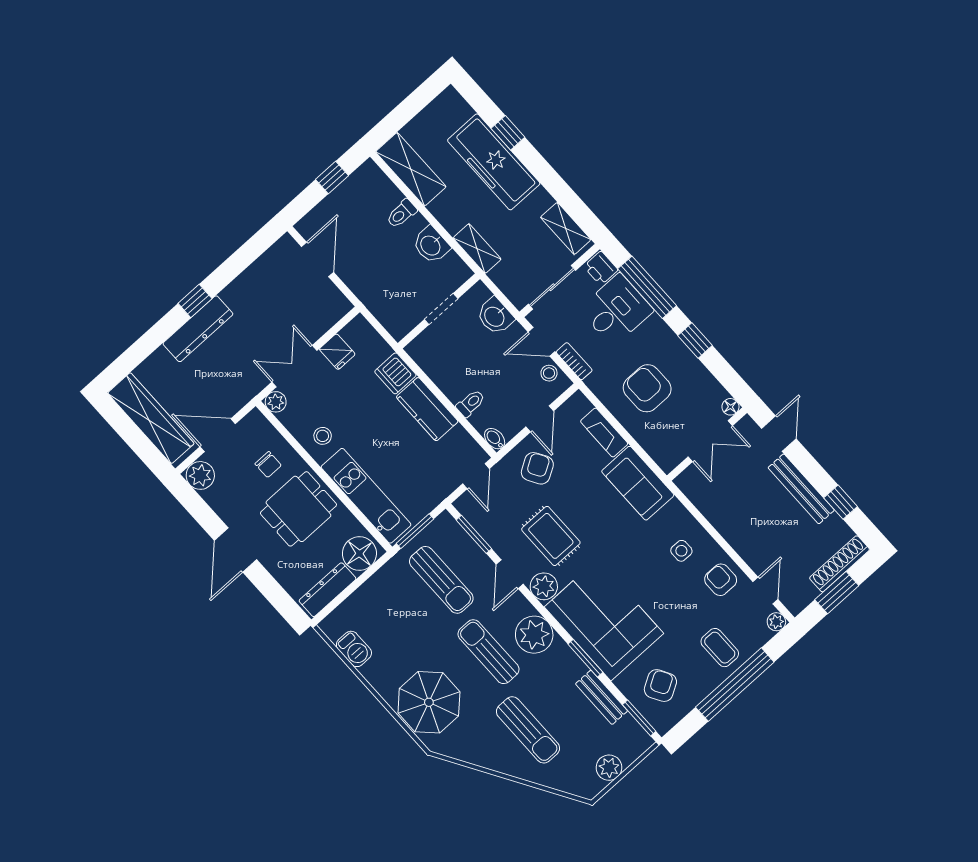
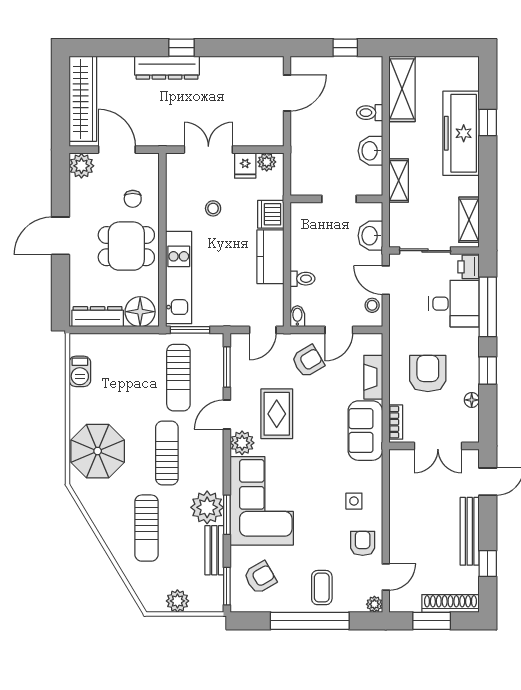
bookcase: (574, 361) -> (396, 422), moved
plant: (276, 402) -> (267, 162), moved
floor lamp: (730, 407) -> (472, 400), moved
stool: (323, 436) -> (213, 208), moved
plant: (534, 635) -> (207, 507), moved

